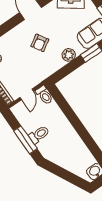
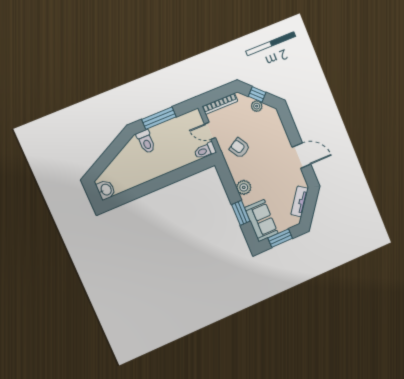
armchair: (40, 43) -> (240, 148), moved
toilet: (39, 135) -> (146, 142), moved

